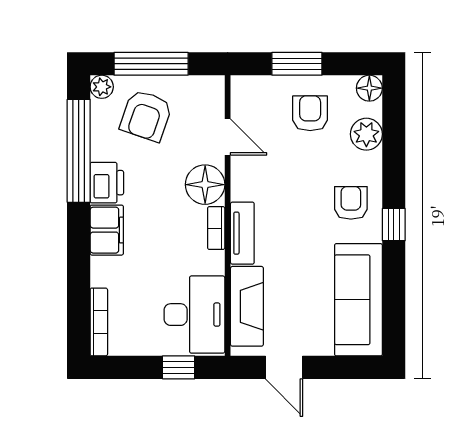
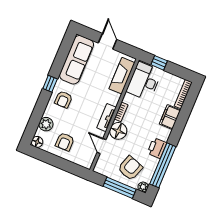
window: (297, 64) -> (62, 164), removed
filing cabinet: (107, 230) -> (170, 117), moved
tv unit: (242, 233) -> (106, 118), moved
door: (284, 367) -> (108, 41), moved

